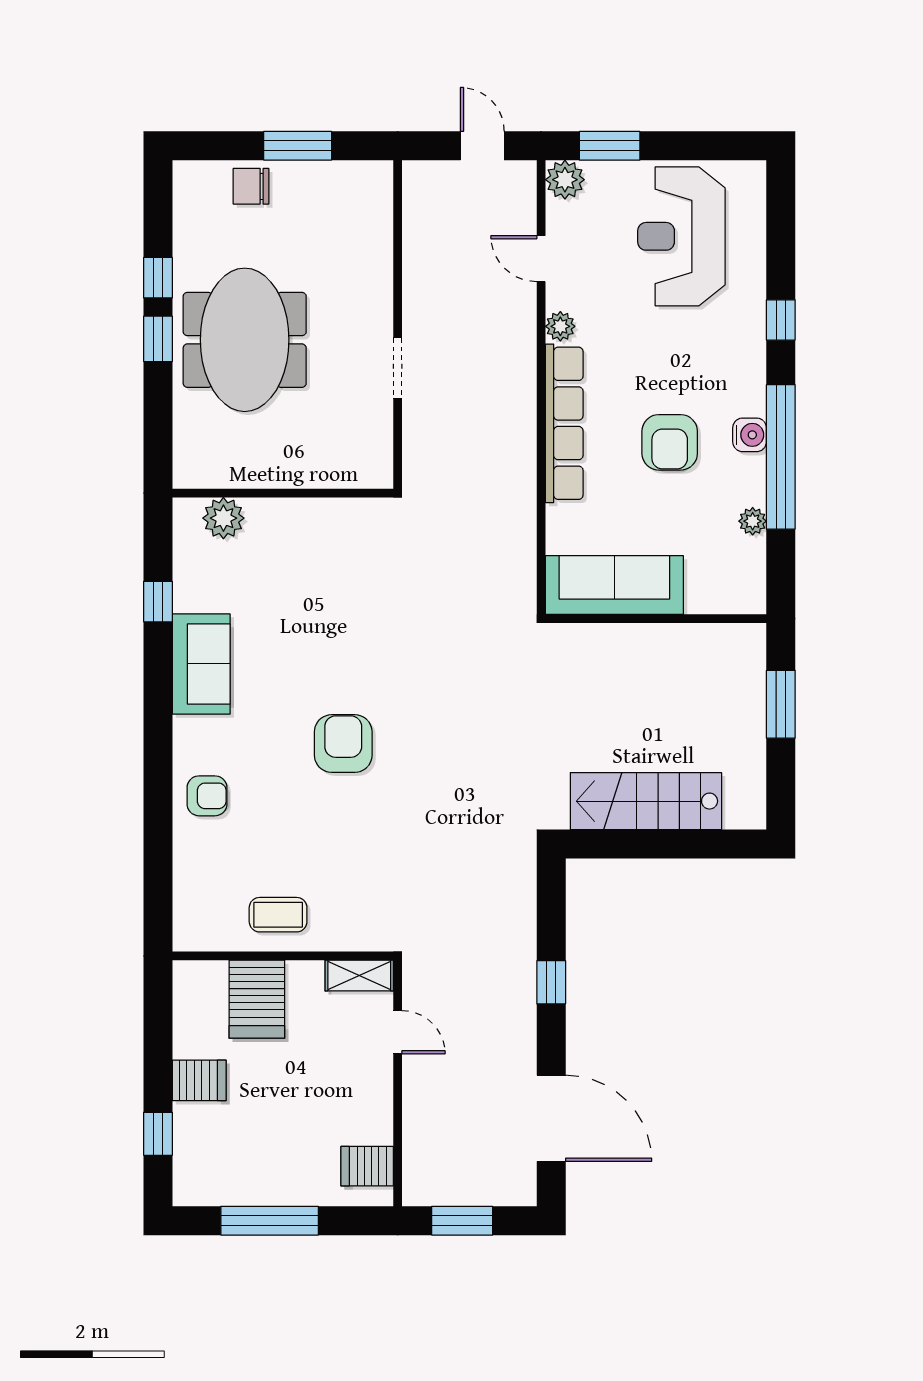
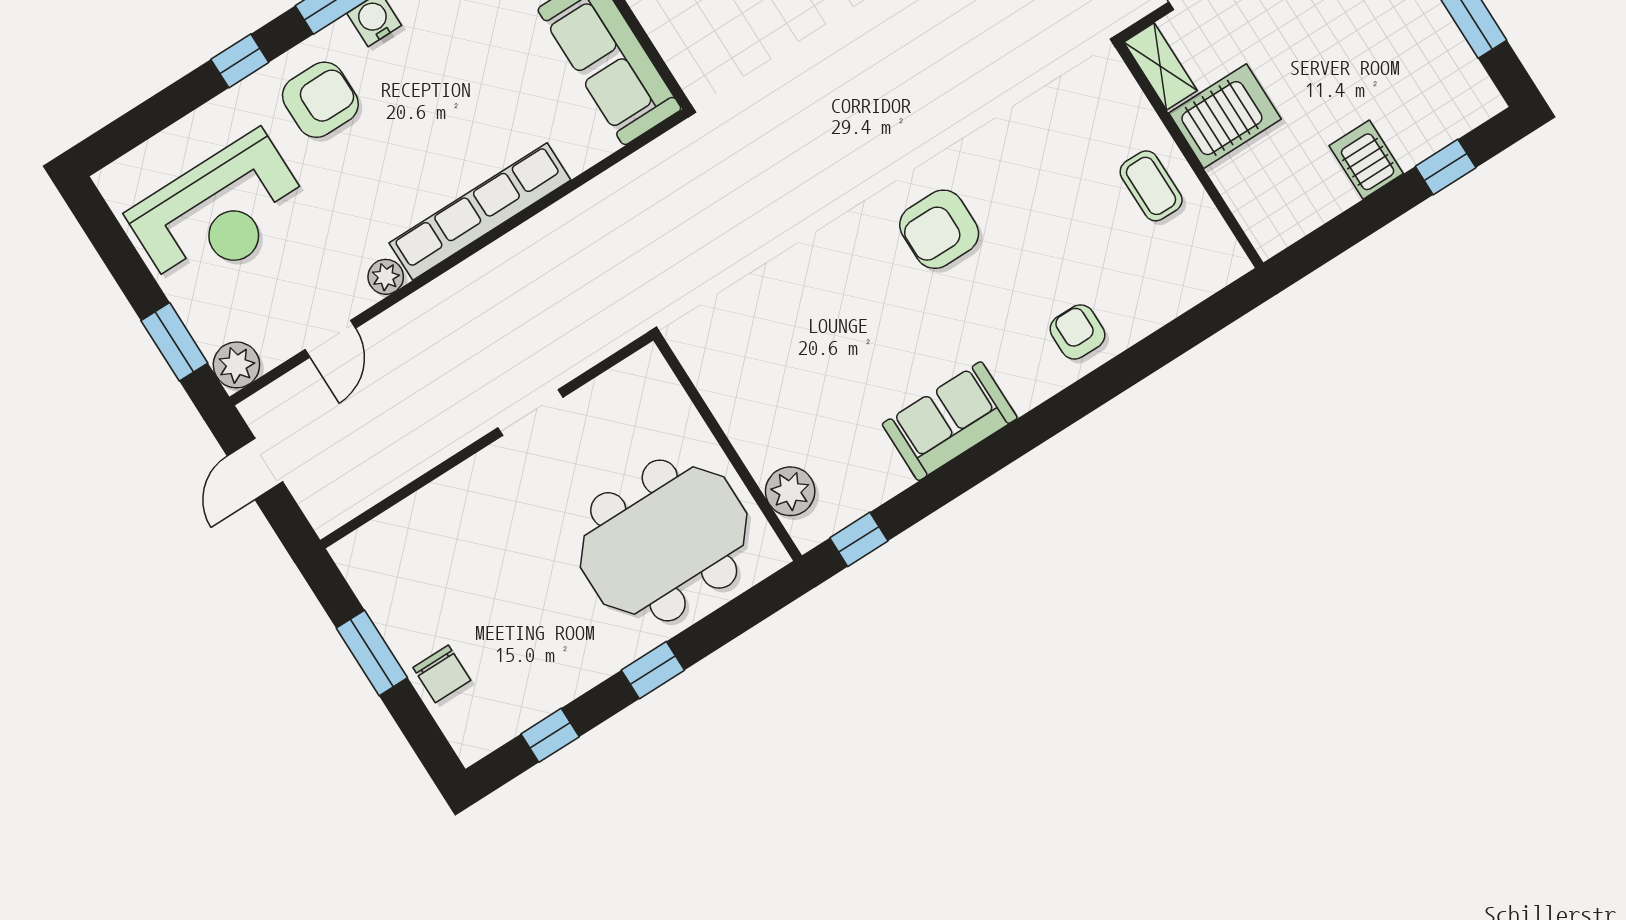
window: (158, 278) -> (550, 735), moved
meeting table: (245, 340) -> (664, 540), moved
armchair: (670, 442) -> (320, 100), moved
window: (158, 602) -> (859, 539), moved
server rack: (257, 999) -> (1225, 116), moved

